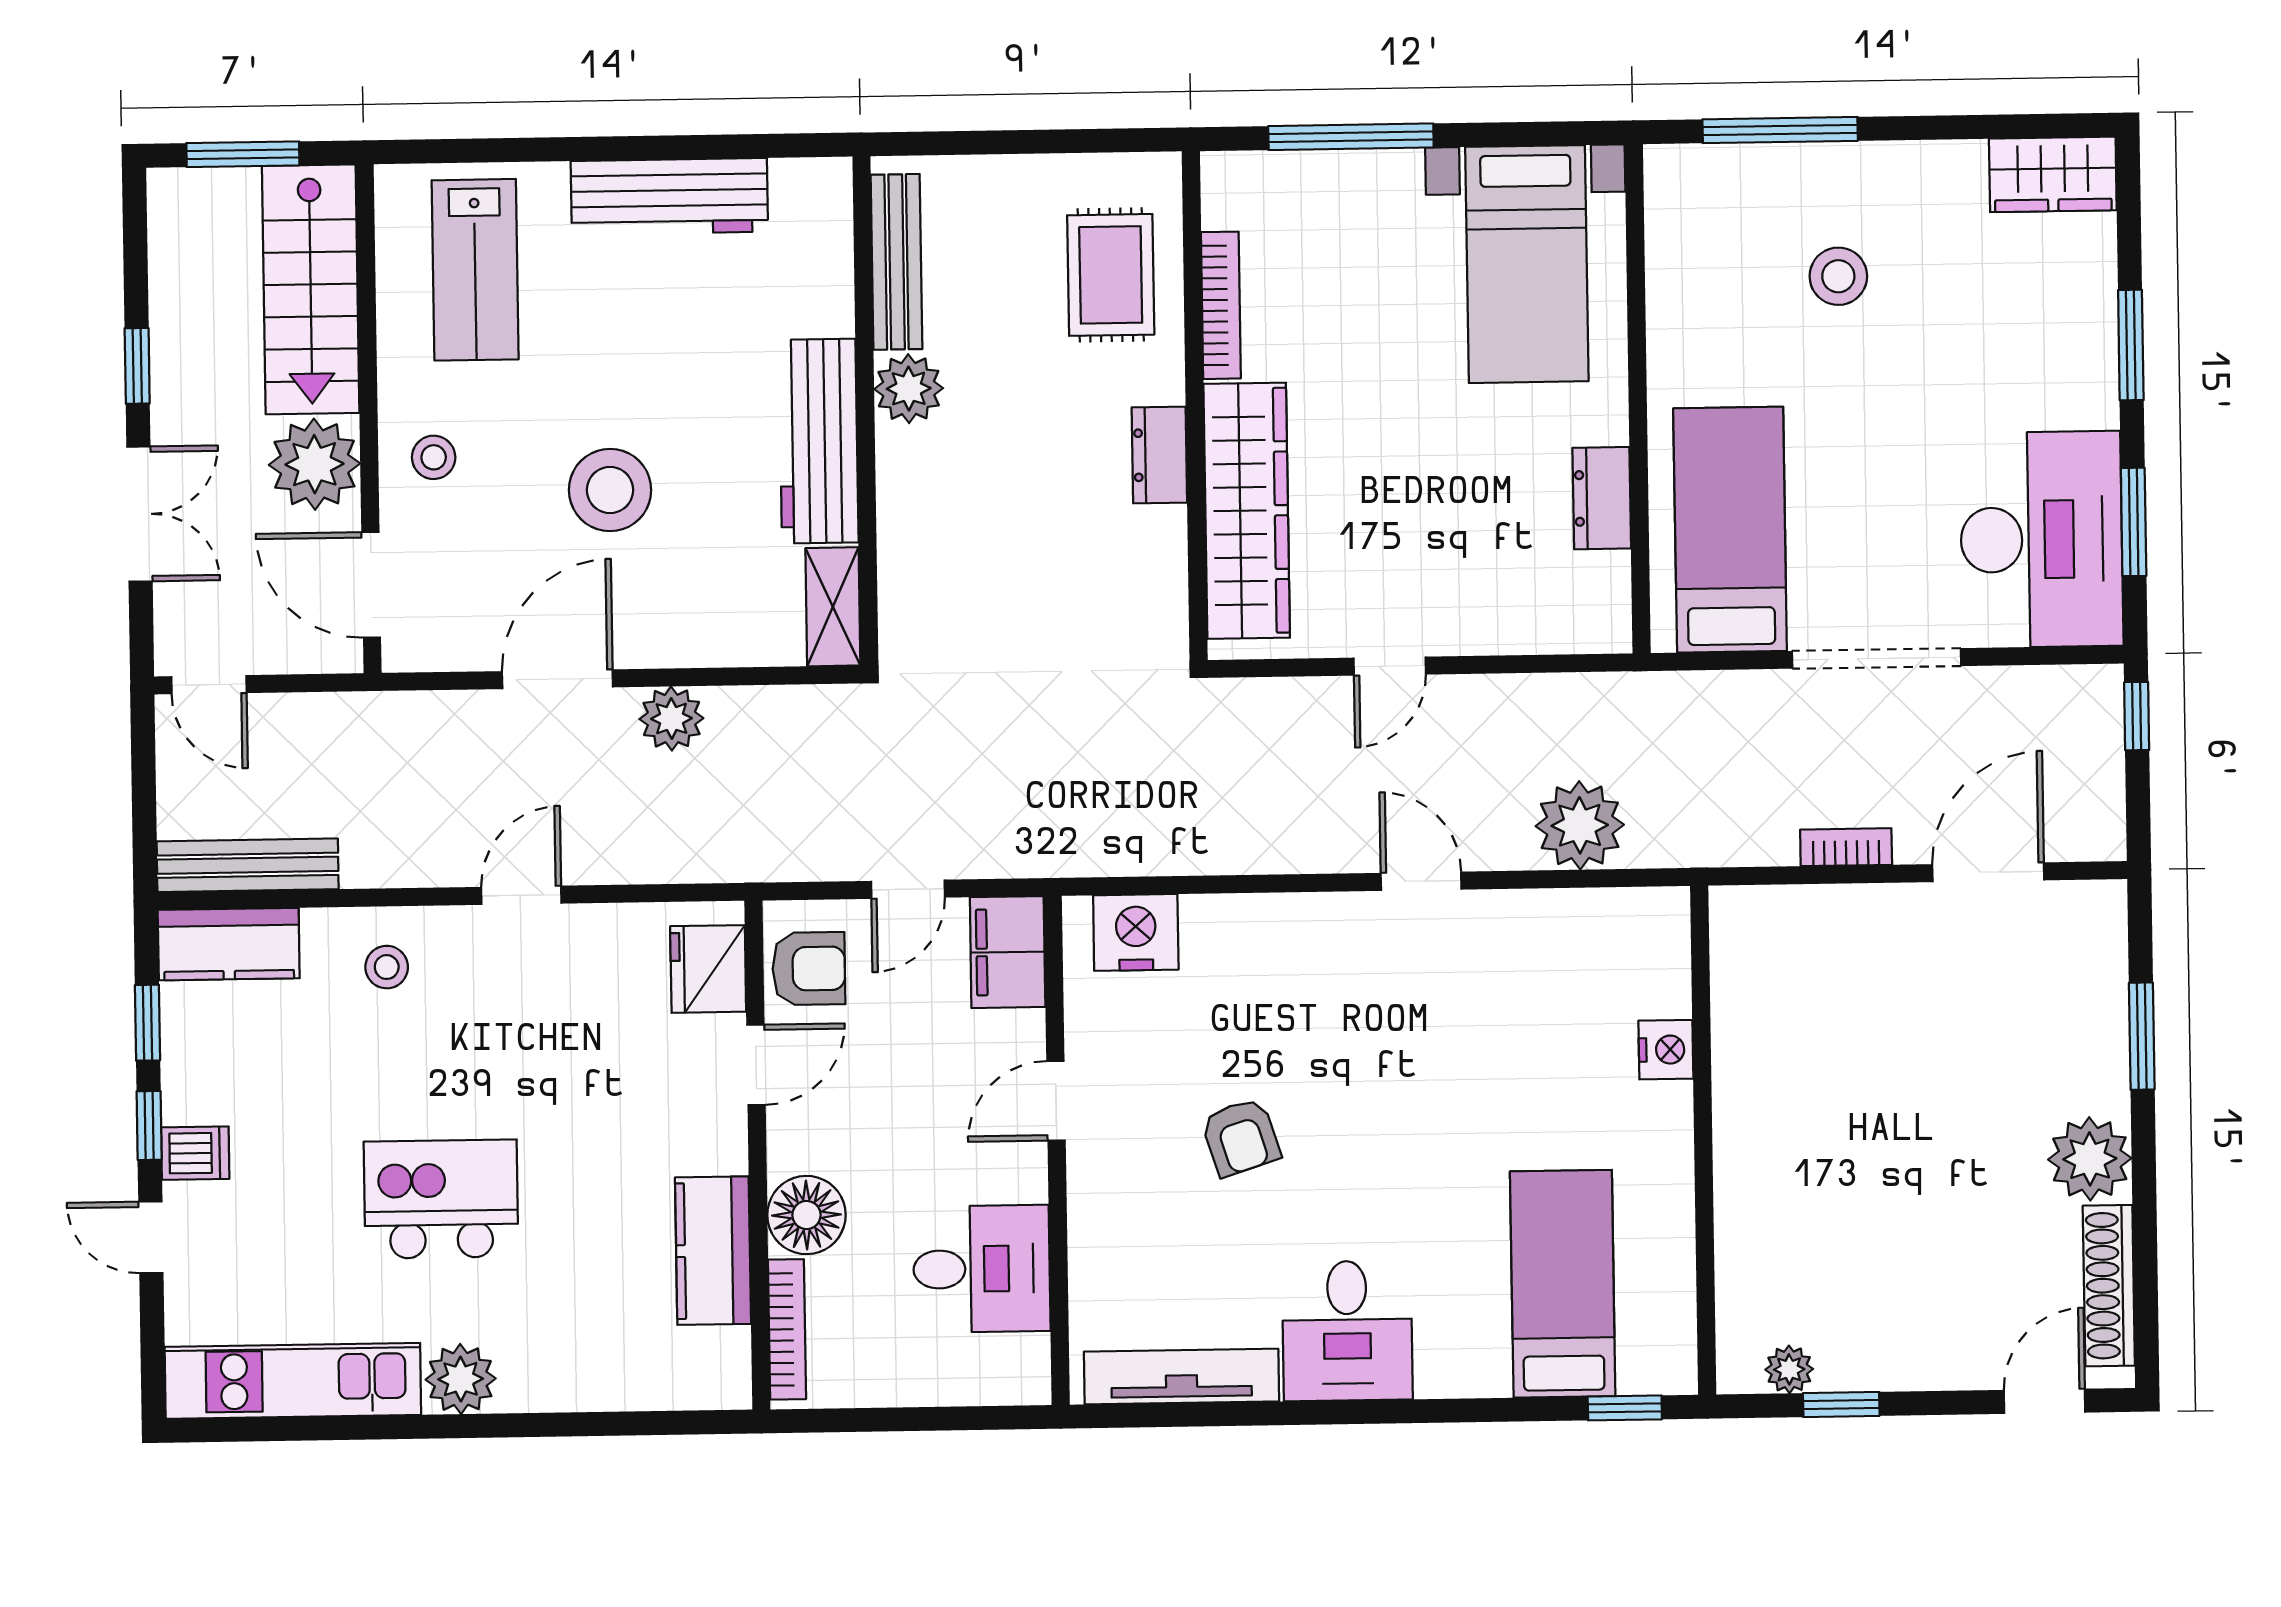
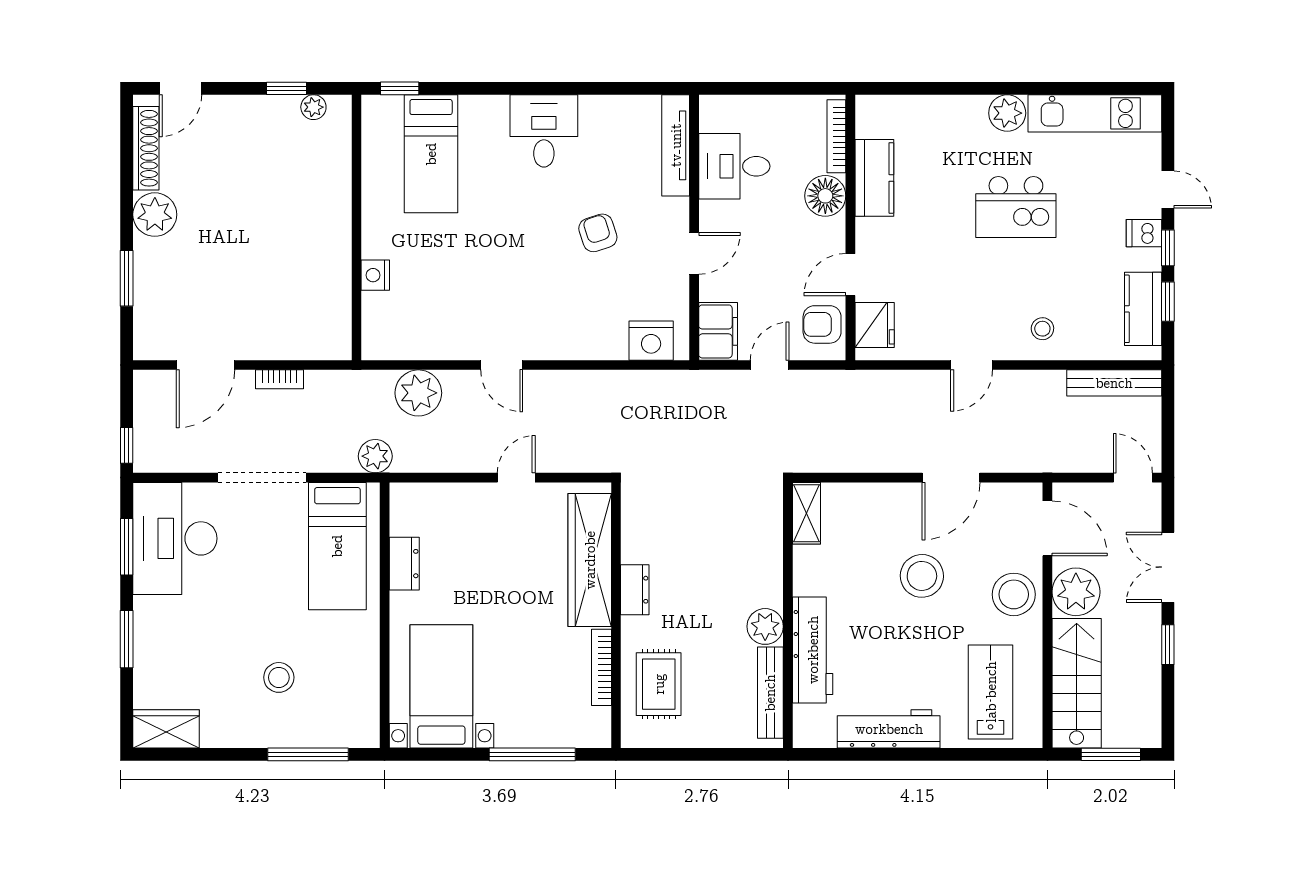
workbench: (819, 441) -> (813, 650), moved
stool: (434, 457) -> (1014, 594), width x1.89, depth x1.89
plant: (671, 719) -> (375, 456), moved
kitchen counter: (229, 944) -> (1143, 309), moved, turned -90
tv unit: (1181, 1377) -> (676, 145), moved, turned 90

